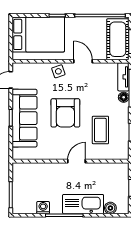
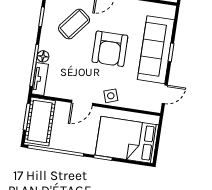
door: (83, 61) -> (82, 103), hinge flipped
armchair: (65, 113) -> (110, 49), turned 180
coffee table: (100, 130) -> (74, 24), turned 39

